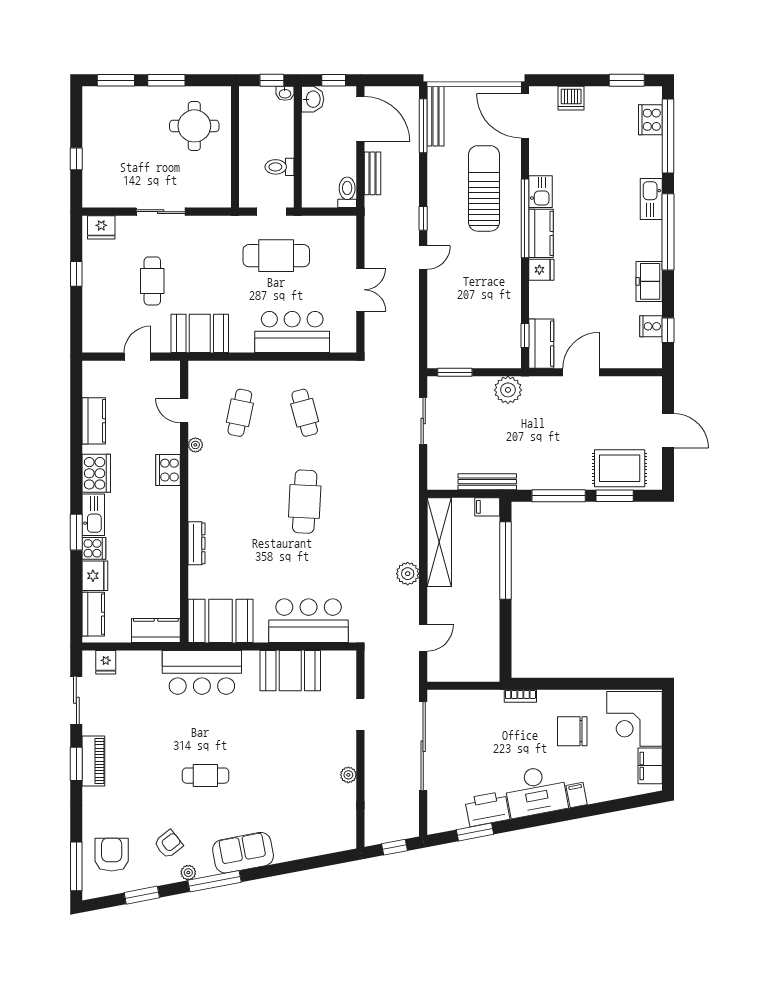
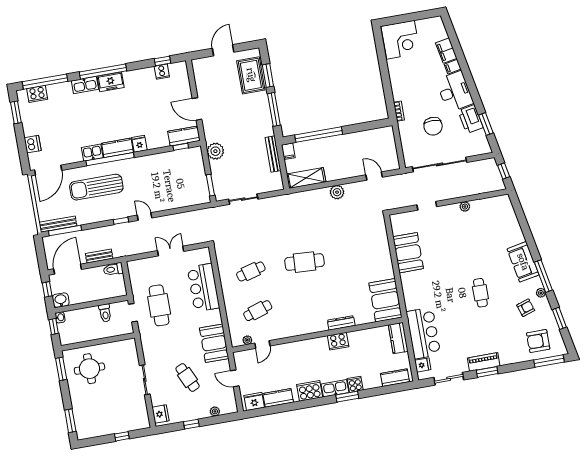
window: (166, 80) -> (61, 369), moved
cafe table: (152, 281) -> (188, 377), turned 65
freezer: (649, 281) -> (111, 82), moved
plant: (90, 315) -> (215, 411), added
cafe table: (240, 413) -> (258, 311), turned -30
plant: (195, 445) -> (247, 340), moved
cooker: (168, 470) -> (338, 341), moved
shelving: (439, 542) -> (306, 178), width x0.68
fridge: (95, 576) -> (254, 401), moved
bar counter: (309, 621) -> (376, 247), removed
bar counter: (202, 672) -> (423, 333), moved
chair: (572, 731) -> (433, 126), moved
filing cabinet: (650, 766) -> (446, 51), moved, turned 79
armchair: (169, 844) -> (526, 308), turned 110

